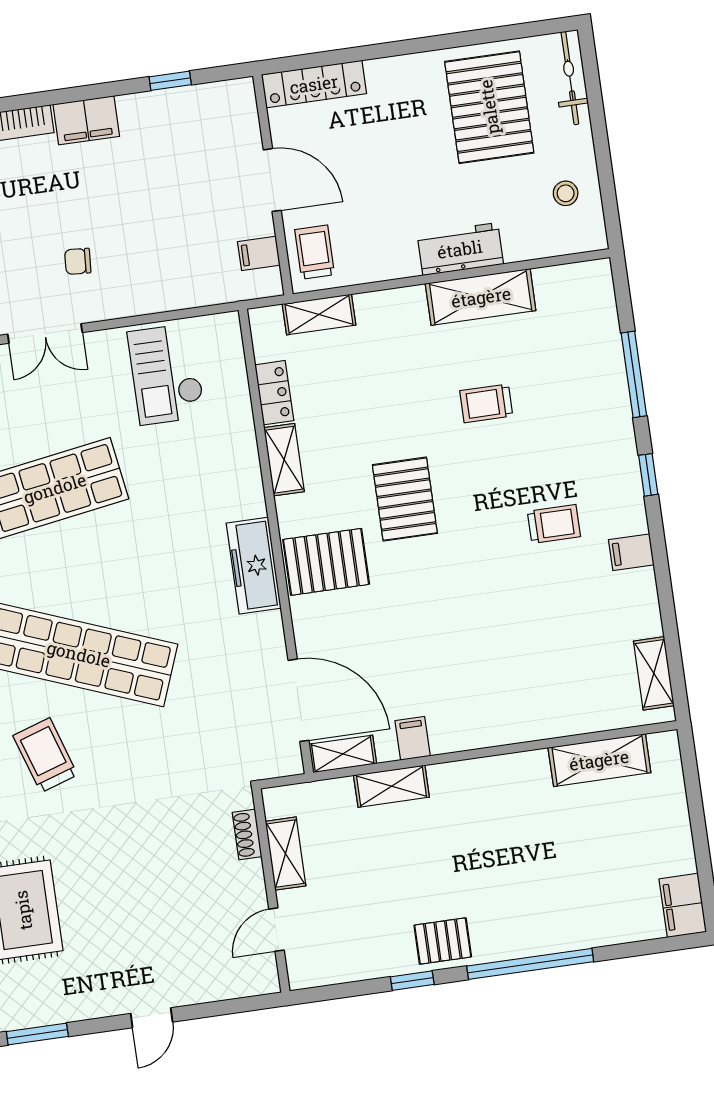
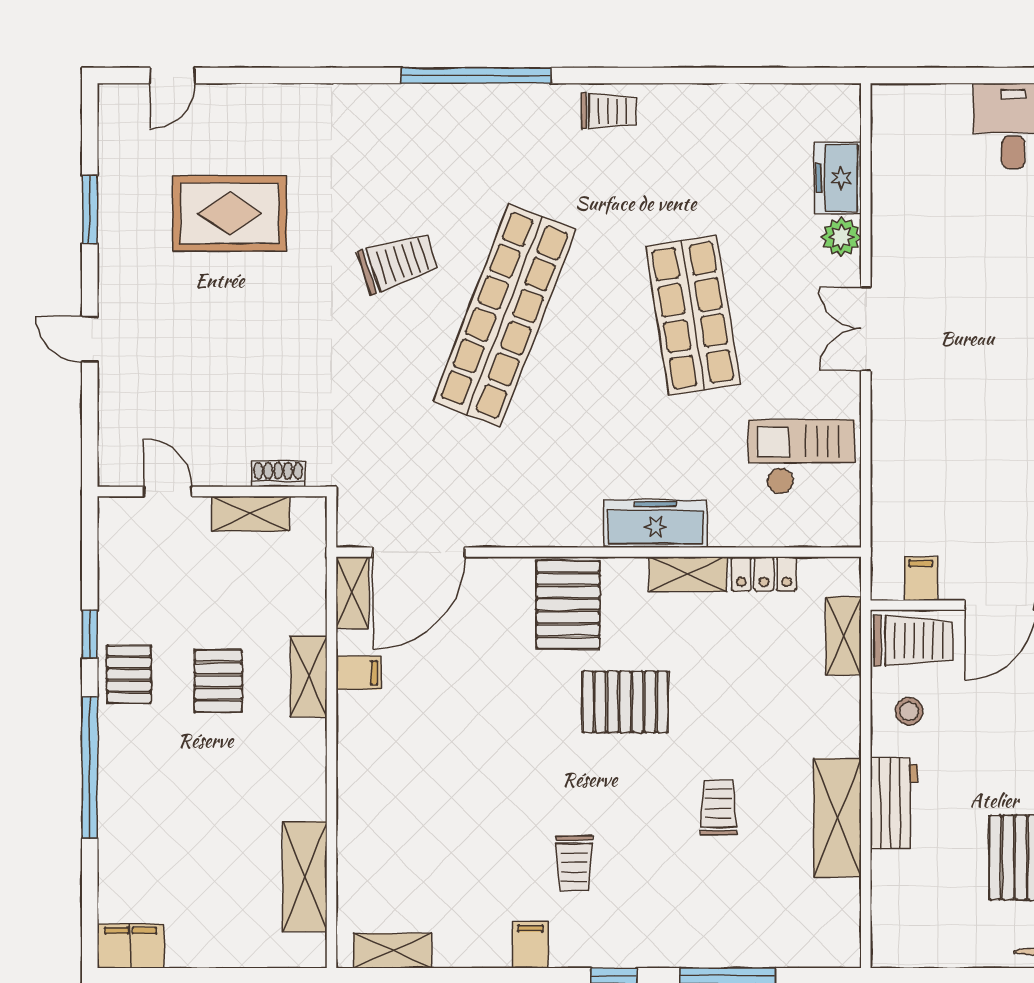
stool: (566, 193) -> (909, 711), moved
trolley: (315, 252) -> (914, 641), width x1.36, depth x1.39
chair: (78, 261) -> (941, 377), removed
freezer: (254, 566) -> (655, 524), moved
shelving: (391, 786) -> (309, 676), moved
pallet: (438, 861) -> (218, 681), added

